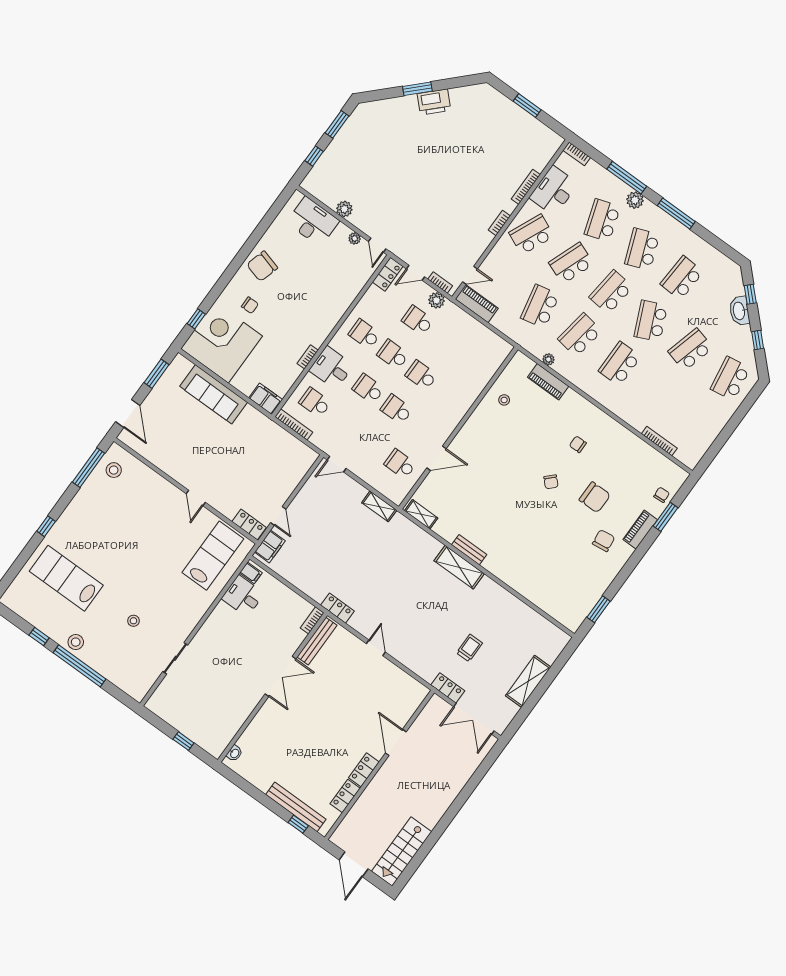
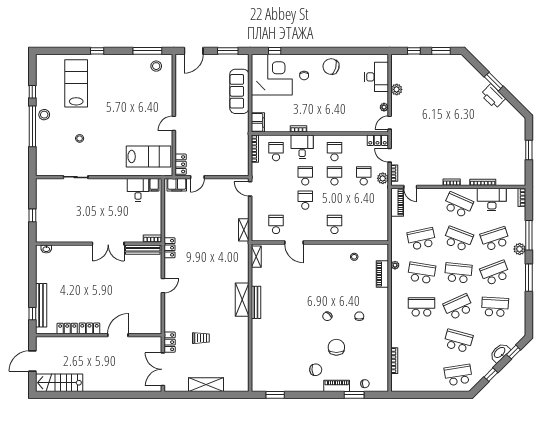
school desk: (421, 375) -> (334, 224), moved
chair: (595, 497) -> (336, 347), turned 180
bench: (469, 550) -> (256, 302), width x1.36

